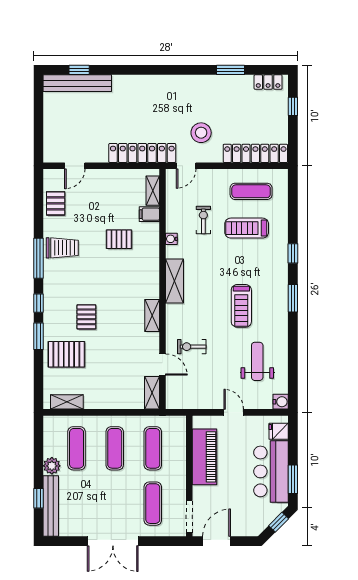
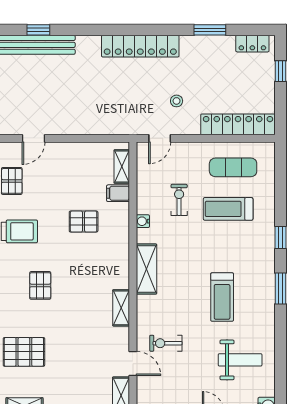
stool: (201, 133) -> (177, 101), width x0.53, depth x0.53
locker: (142, 153) -> (140, 46), moved, turned 180
pallet: (86, 317) -> (40, 285), moved
weight bench: (257, 361) -> (240, 360), turned 90

